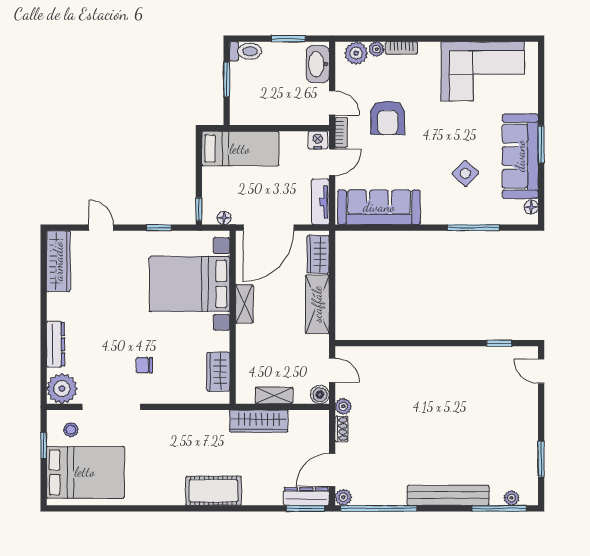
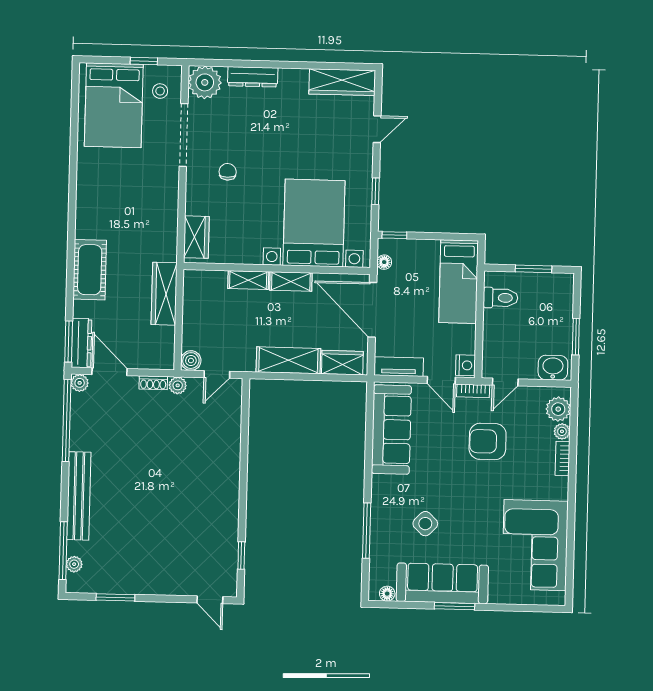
toilet: (246, 51) -> (501, 298), moved, turned -90
washbasin: (318, 64) -> (553, 368), width x0.72
door: (541, 371) -> (210, 600), swing flipped
wardrobe: (218, 372) -> (196, 237), moved, turned 90
shelving: (274, 396) -> (248, 280), moved, turned 90
cot: (214, 491) -> (90, 270), moved

